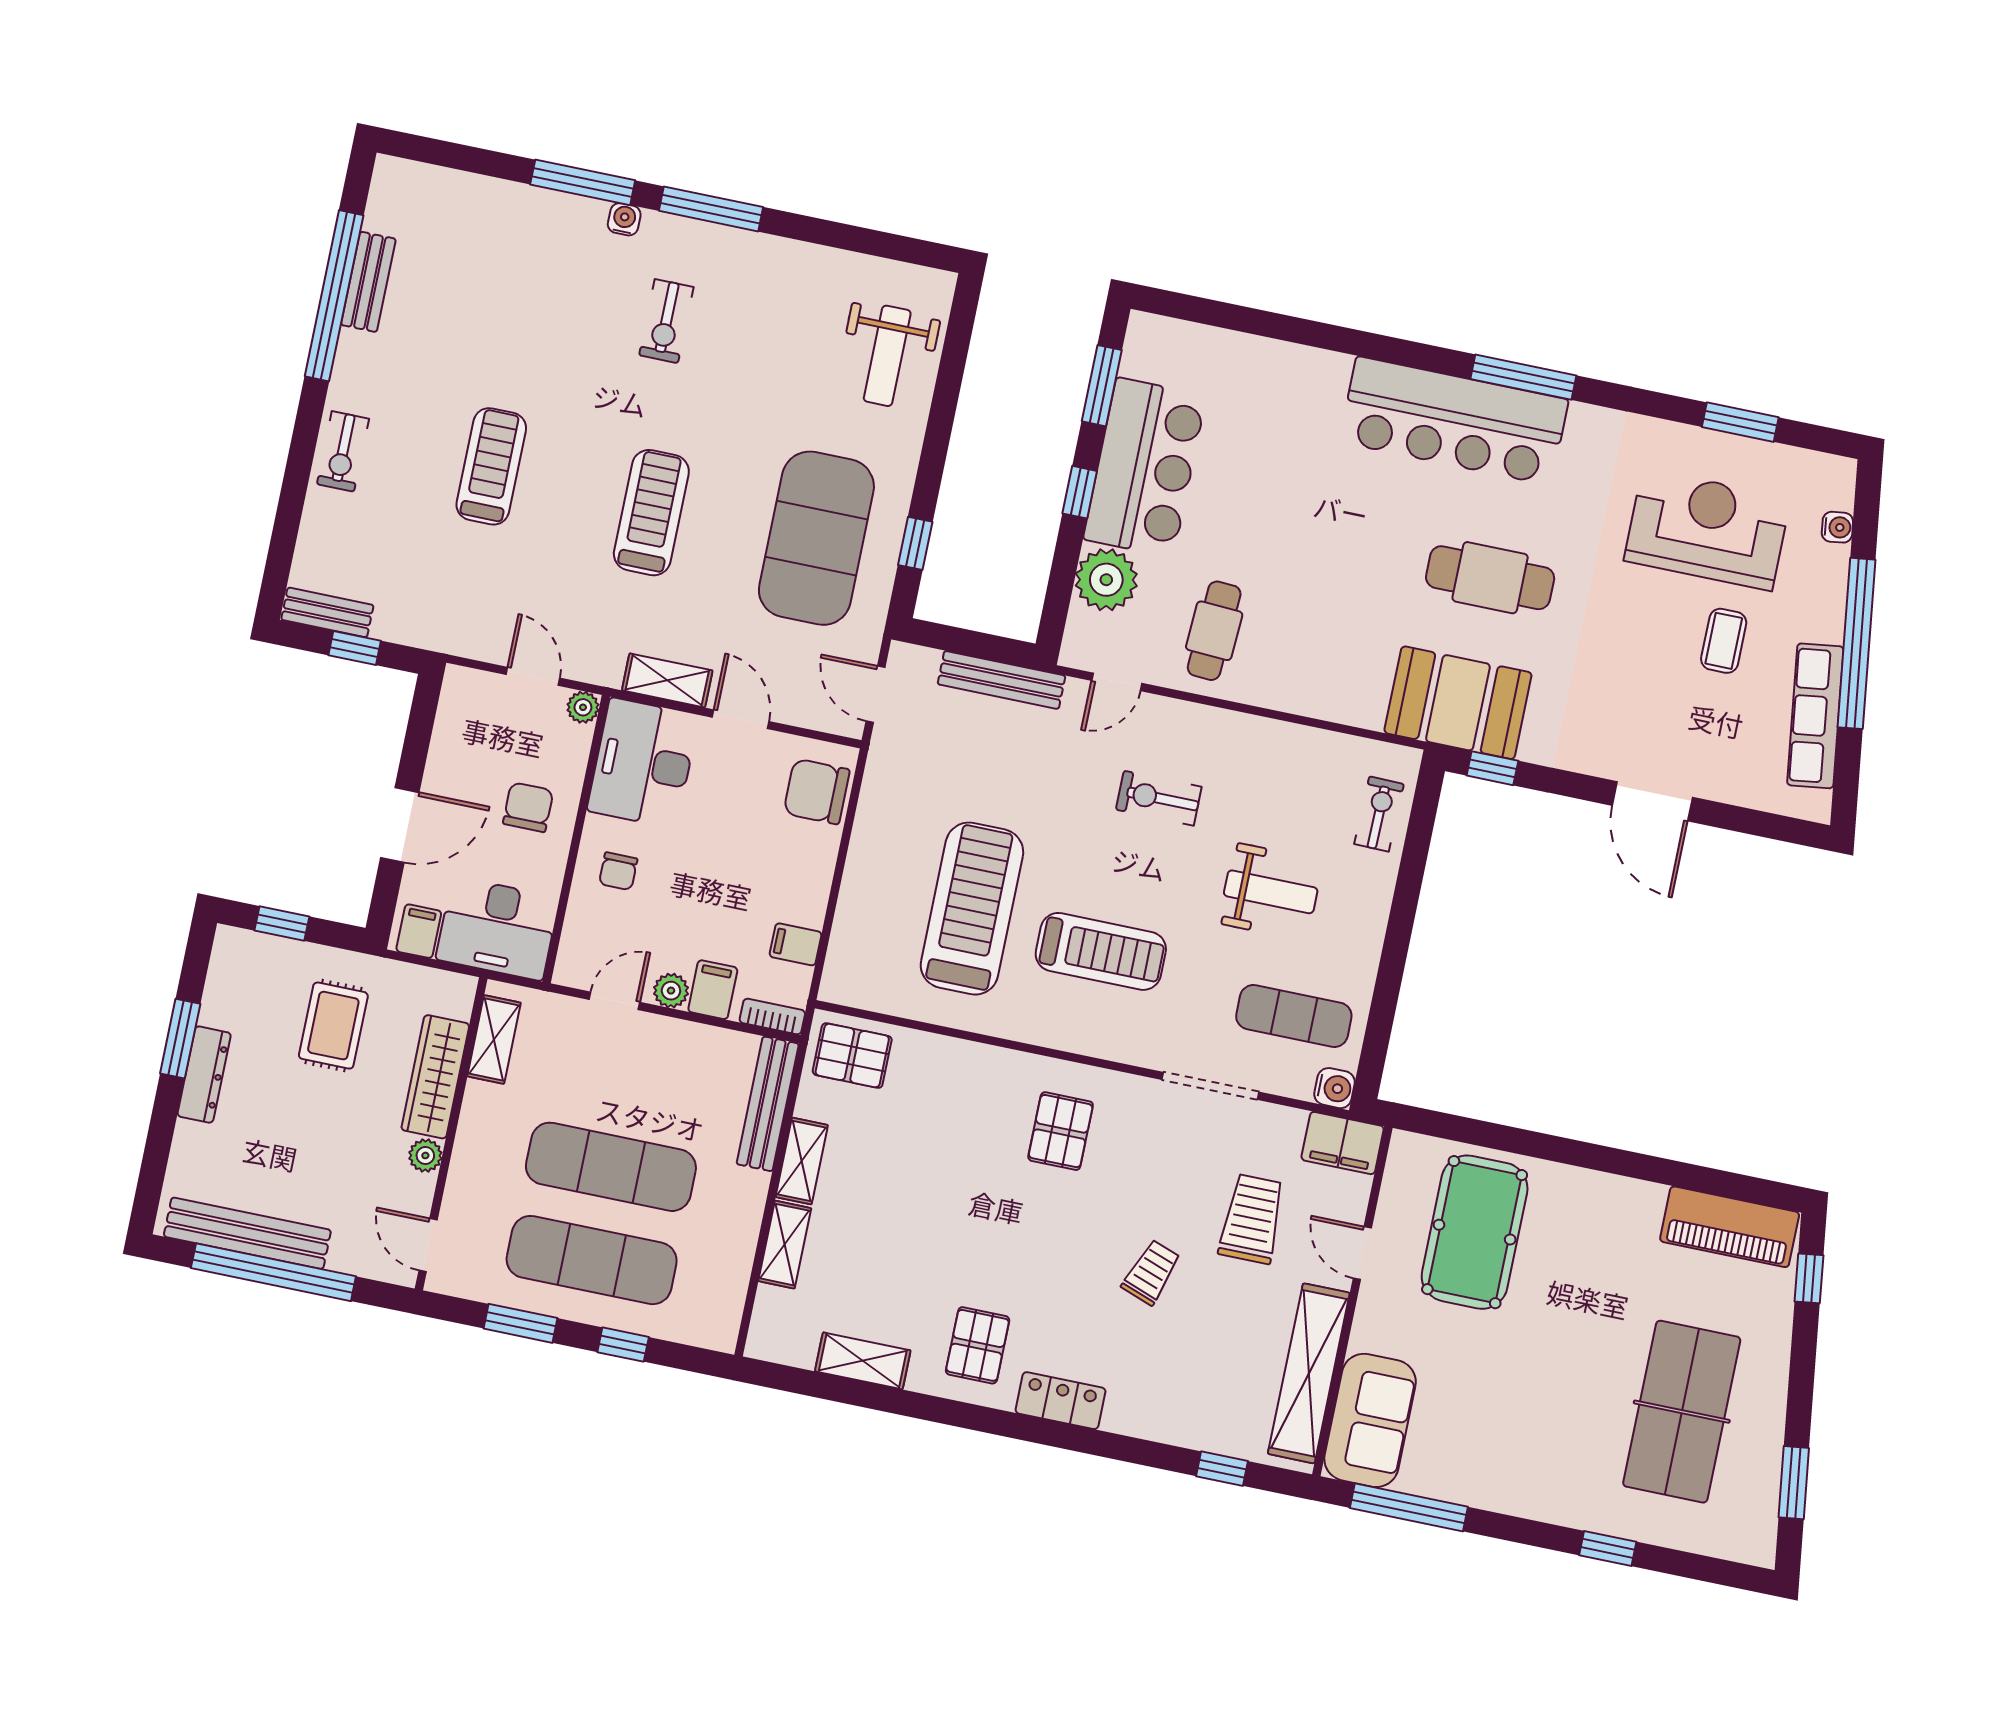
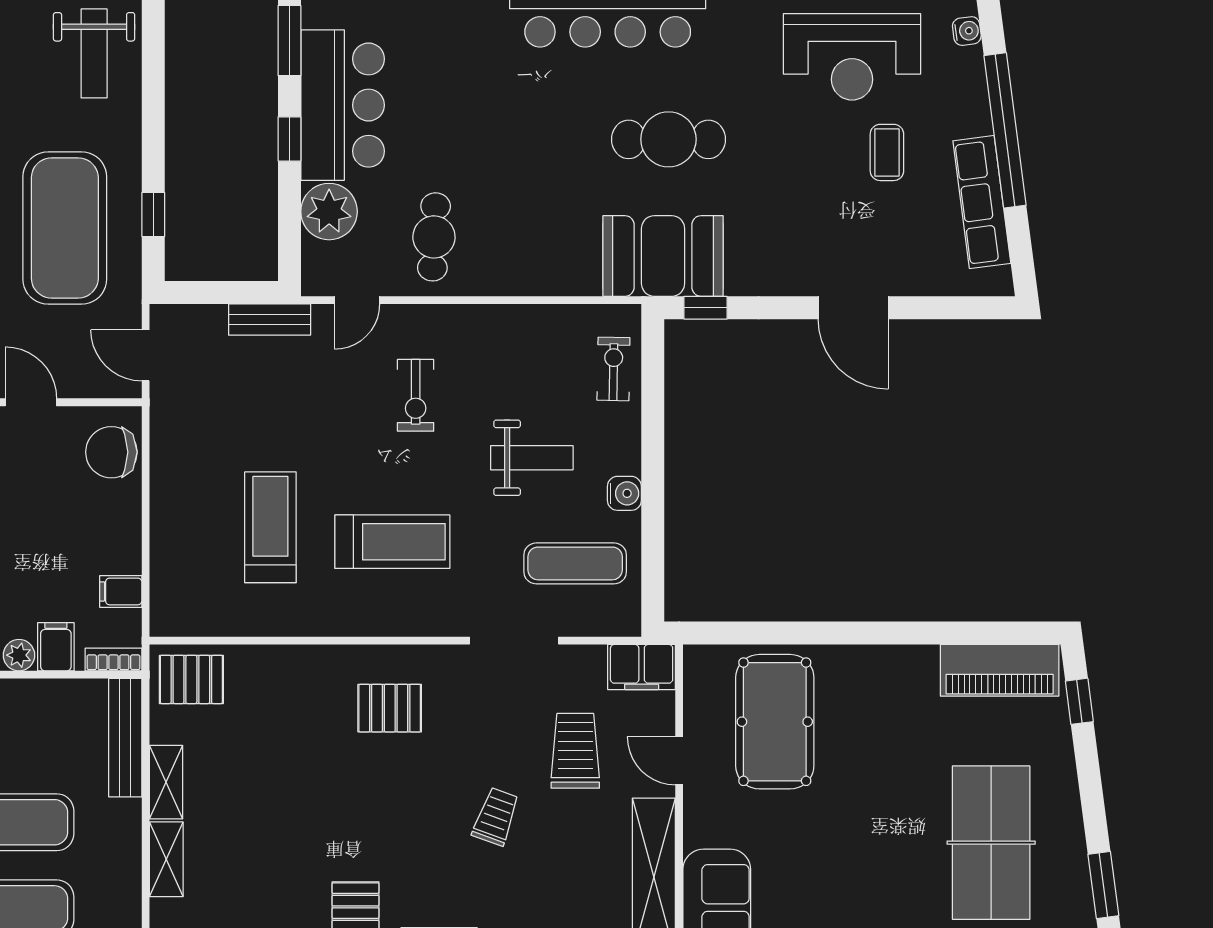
reception desk: (1707, 529) -> (852, 57), turned 180
bench: (1002, 680) -> (270, 320), width x0.73
exercise bike: (1159, 798) -> (416, 395), turned -90
treadmill: (972, 909) -> (270, 527), width x0.73, depth x0.73
water cooler: (1335, 1088) -> (624, 493), moved
pallet: (1061, 1131) -> (390, 708), turned 90

